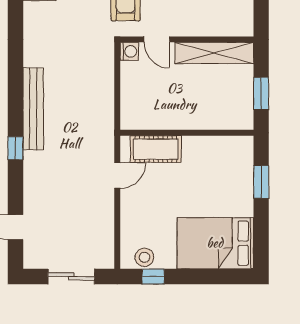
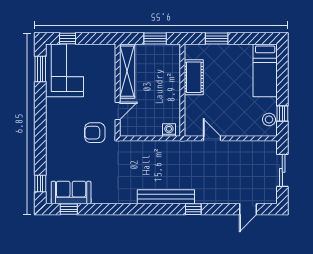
washing machine: (129, 51) -> (169, 130), moved
cot: (156, 149) -> (194, 77), moved
bed: (215, 243) -> (265, 70), width x0.67

